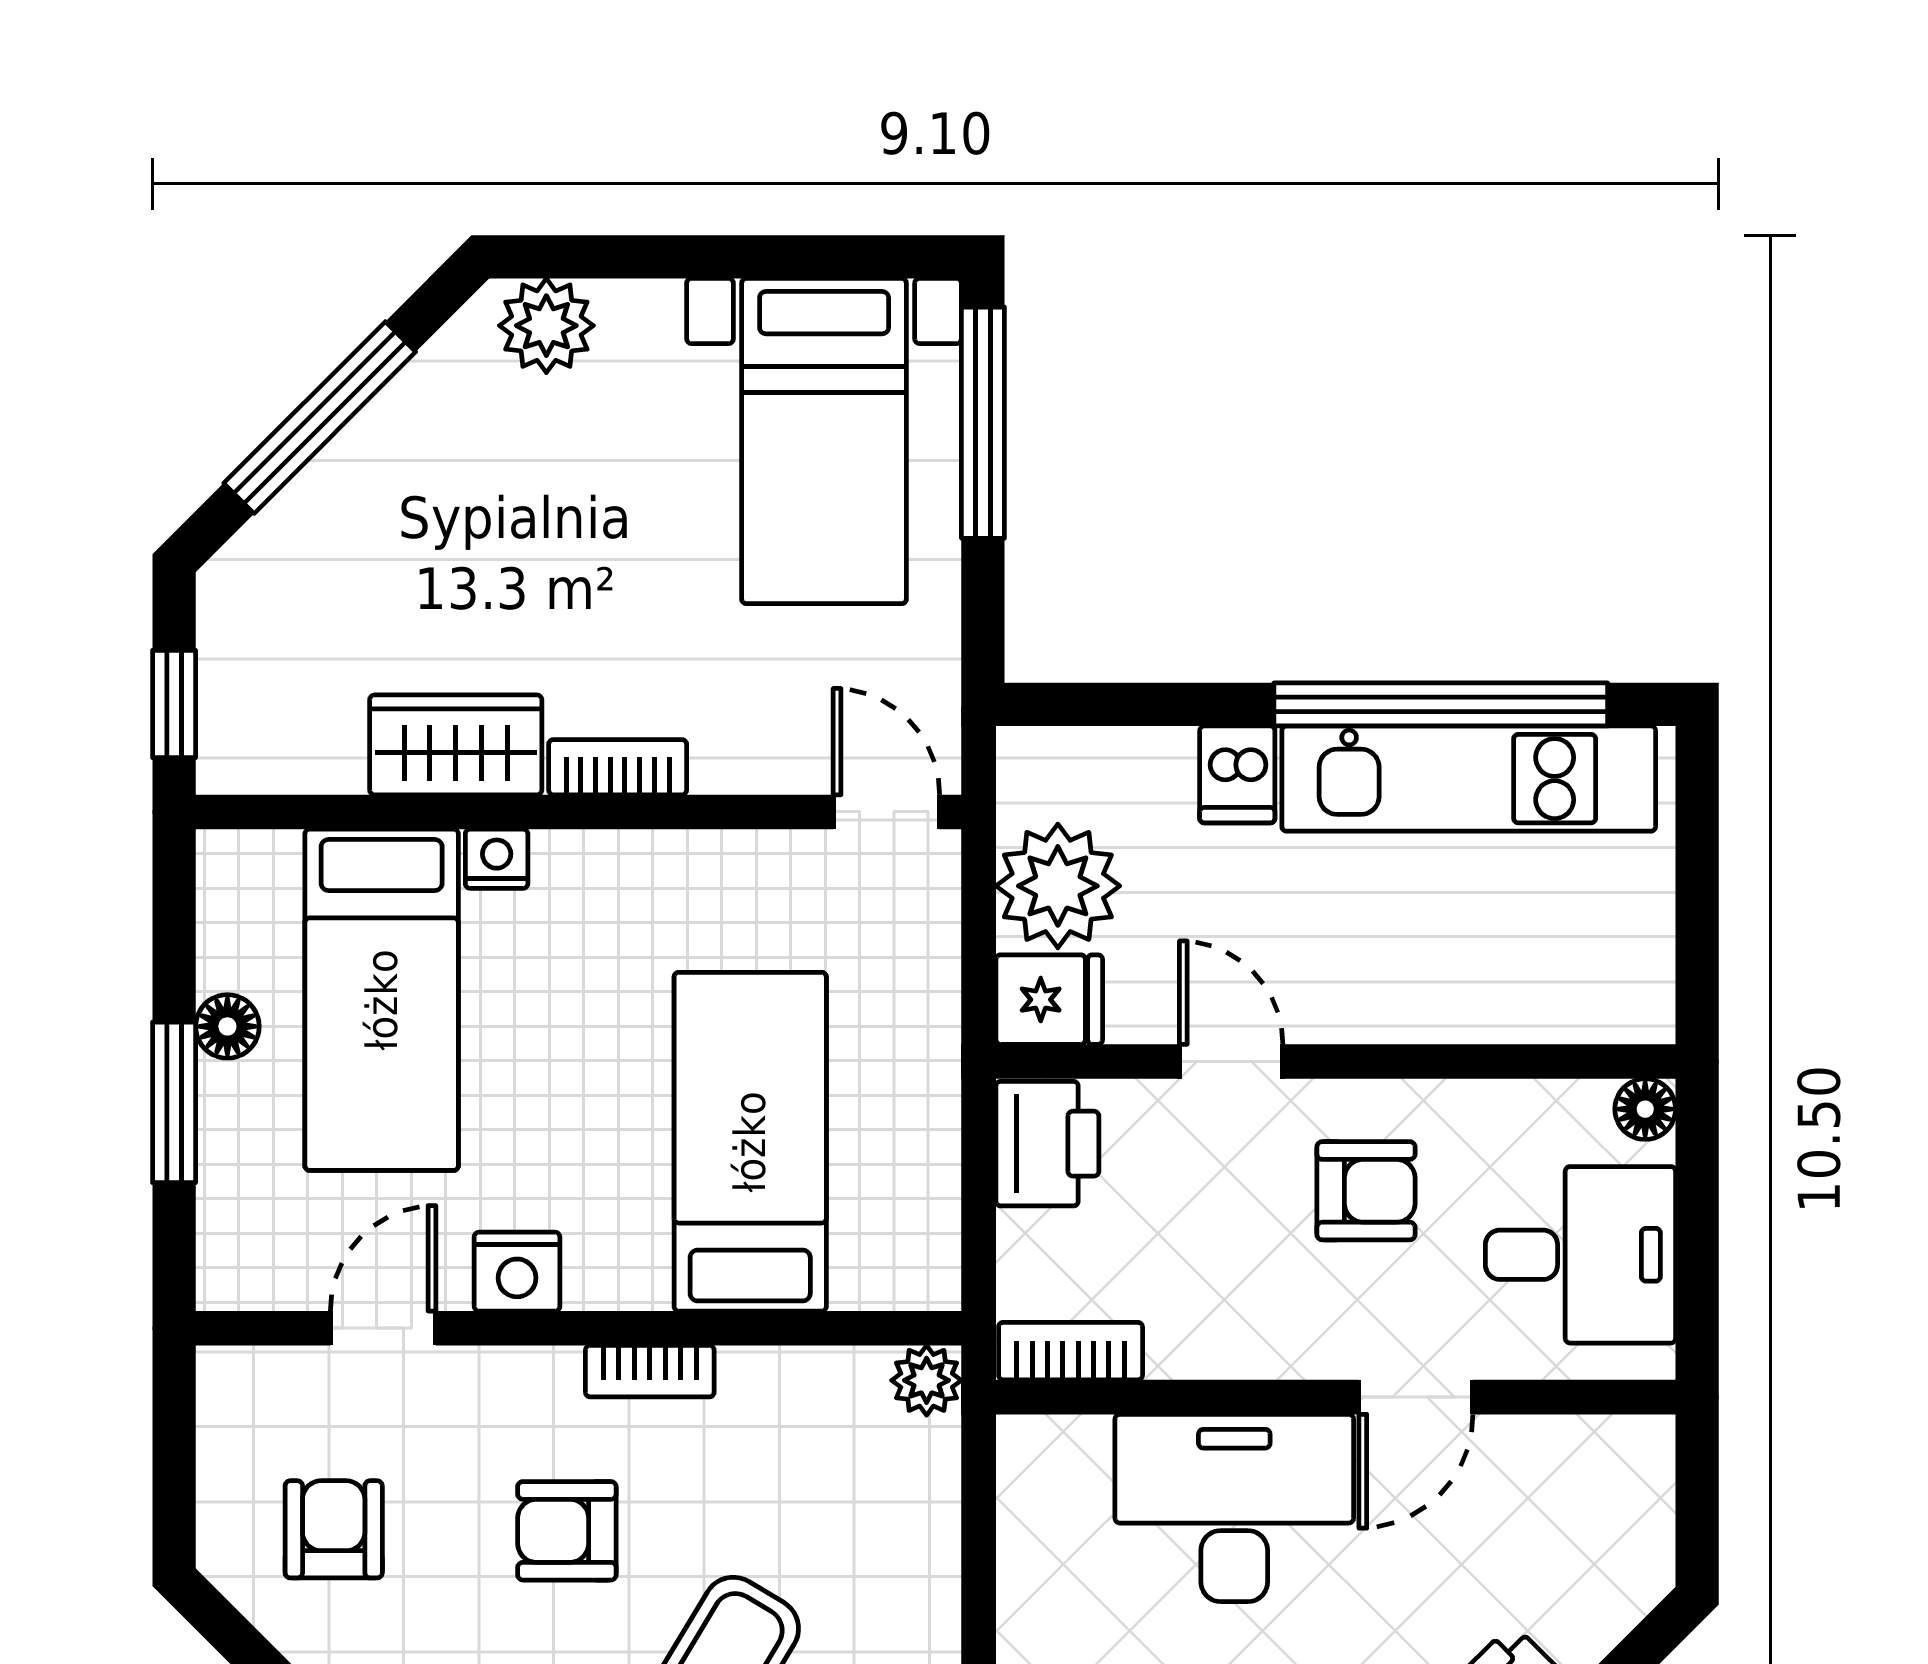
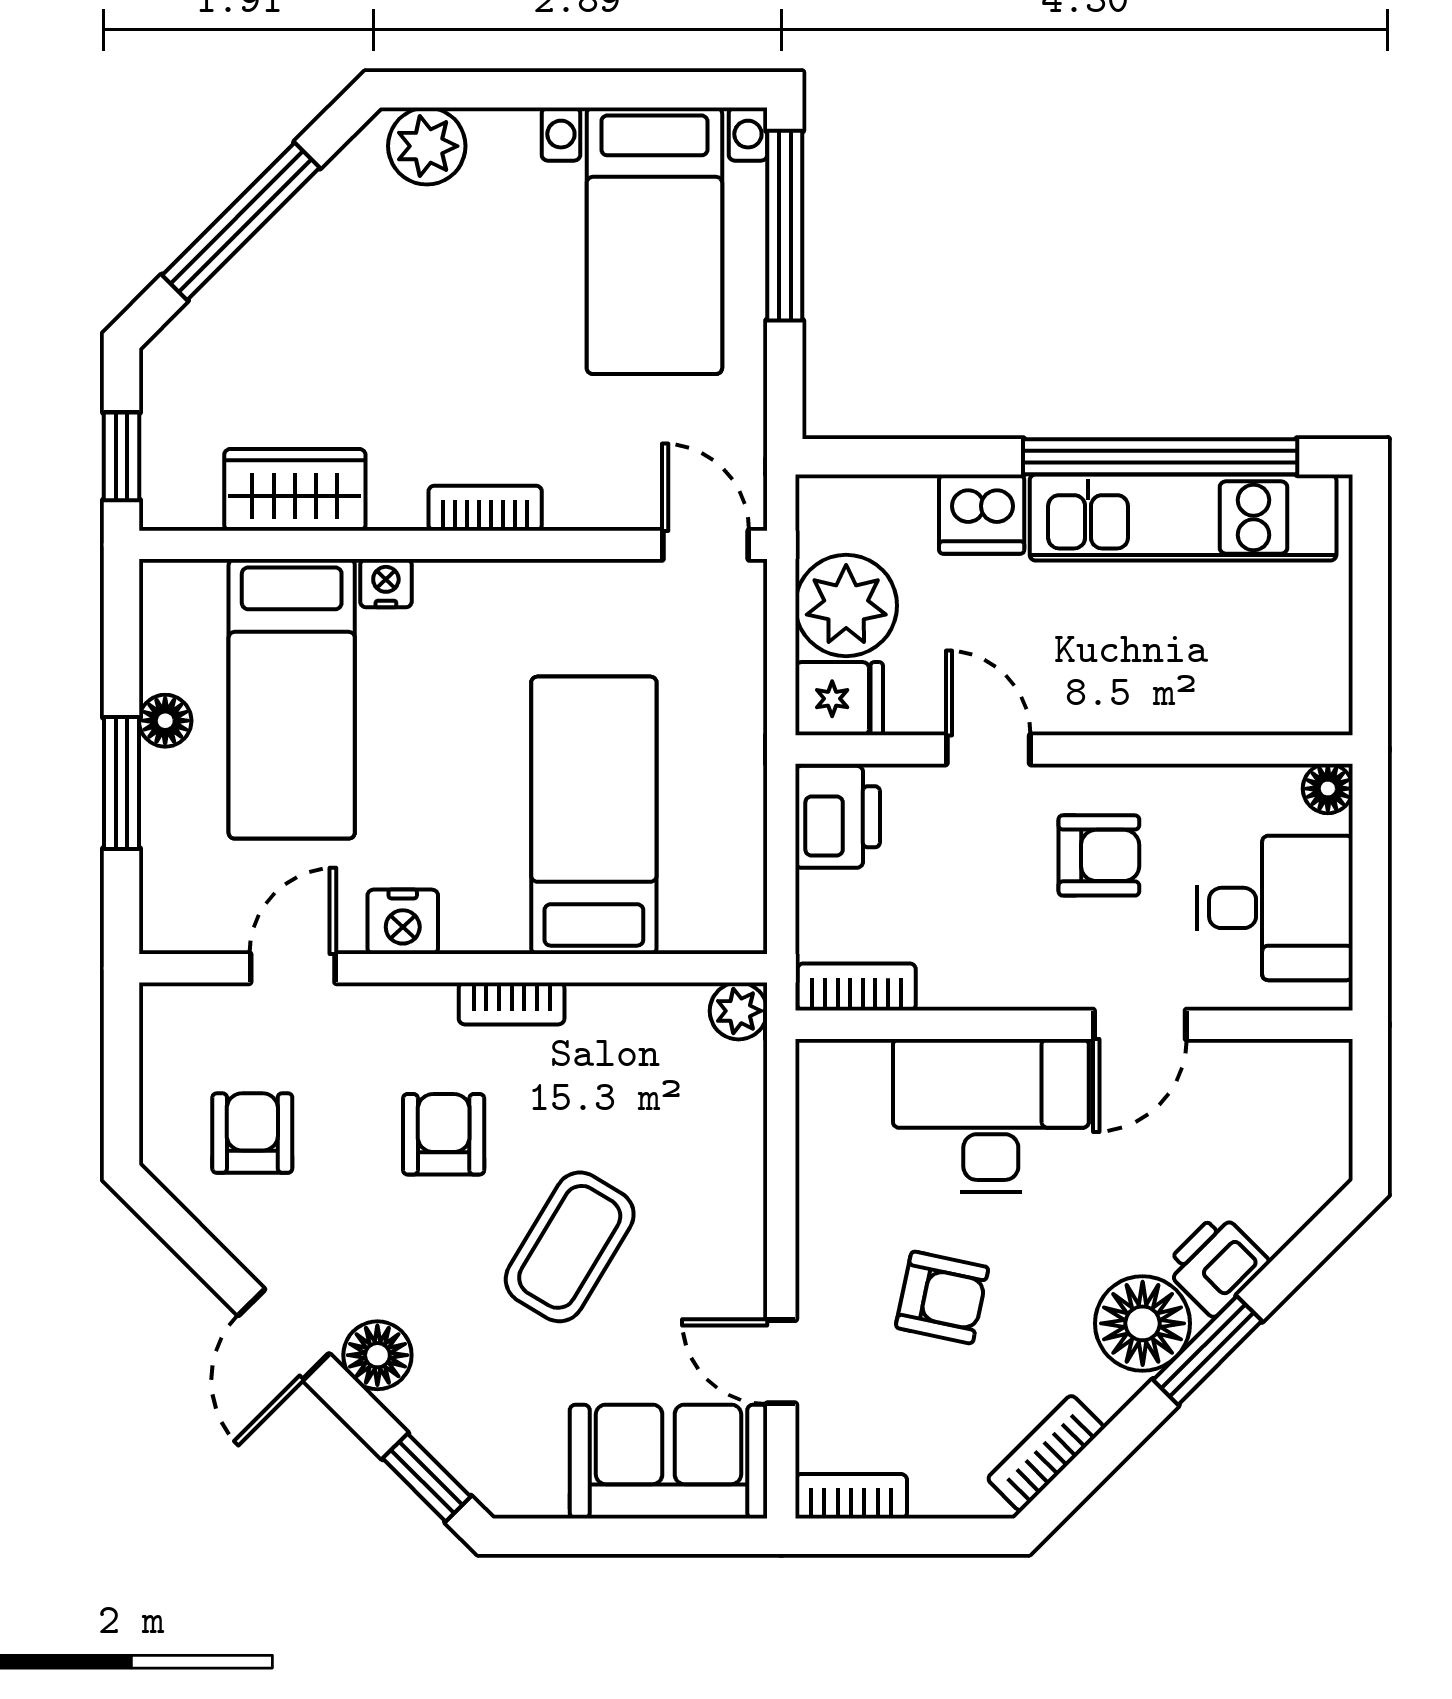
wardrobe: (456, 745) -> (295, 490), moved
dishwasher: (1237, 774) -> (982, 514), width x1.38
armchair: (567, 1531) -> (444, 1134), turned 90

